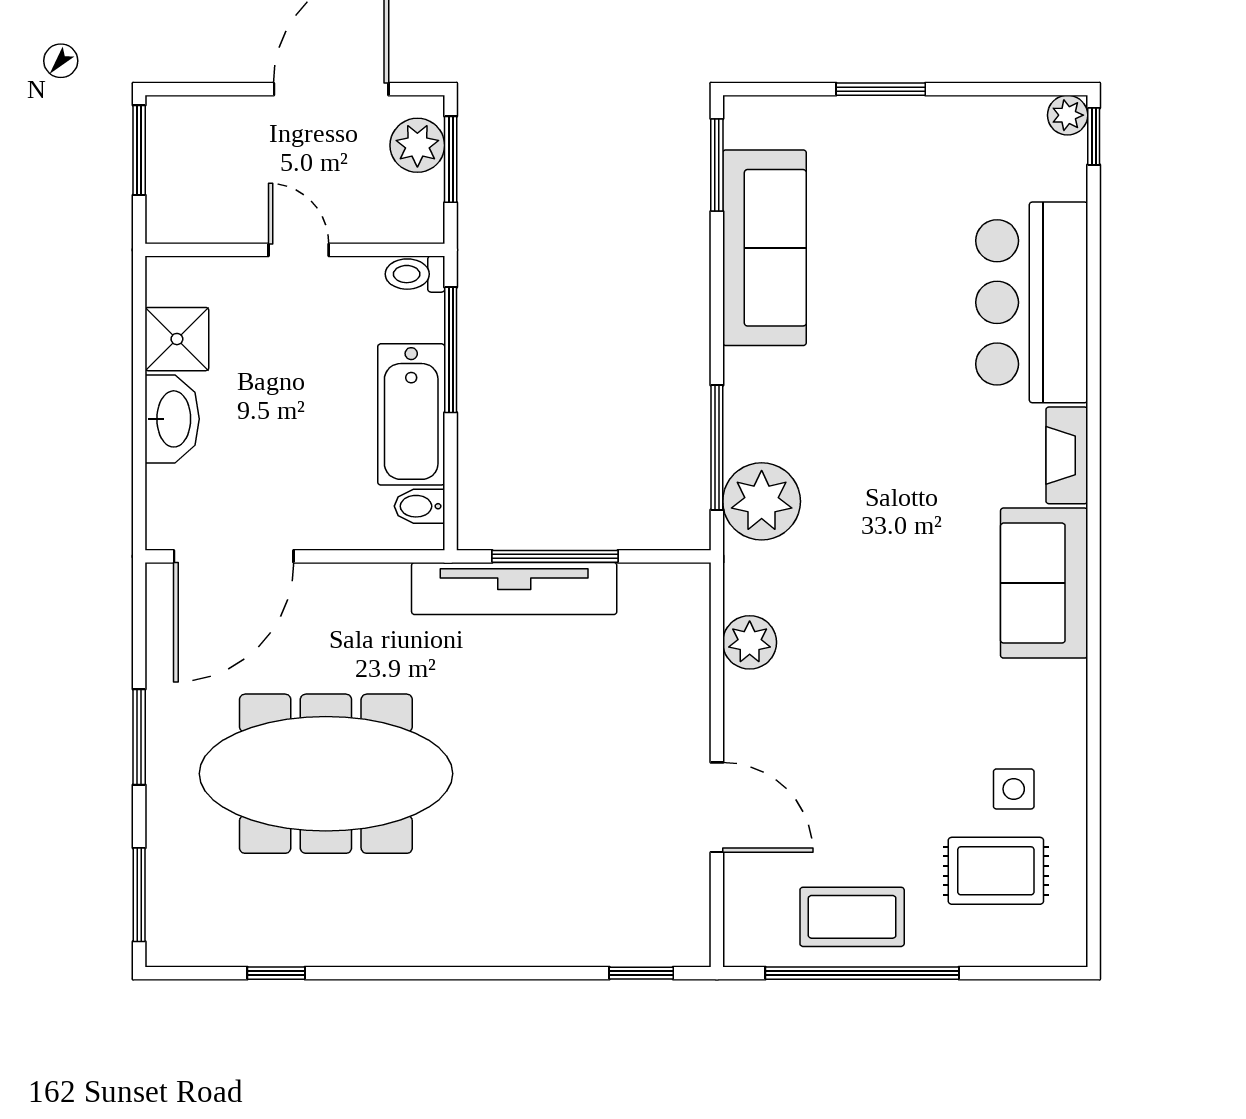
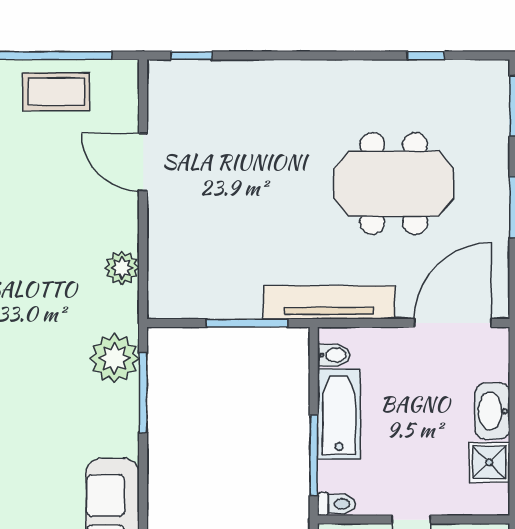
tv unit: (514, 589) -> (329, 302), moved
meeting table: (326, 774) -> (394, 184), width x0.73

